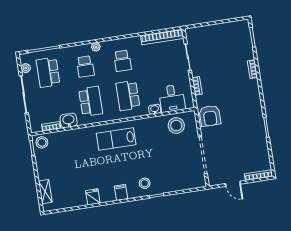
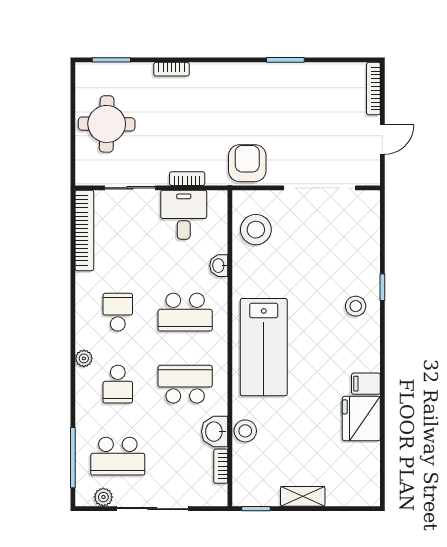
round table: (219, 40) -> (107, 124), added
school desk: (123, 61) -> (118, 312), turned -90
school desk: (85, 67) -> (118, 384), turned 90
desk: (172, 98) -> (184, 215), moved, turned -90
armchair: (210, 116) -> (247, 163), turned -90
lab bench: (116, 139) -> (264, 347), width x1.36, depth x1.39
stool: (42, 142) -> (245, 431), moved
shelving: (45, 192) -> (303, 496), moved
filing cabinet: (121, 192) -> (366, 384), moved
fridge: (93, 197) -> (361, 418), width x1.88, depth x1.34

